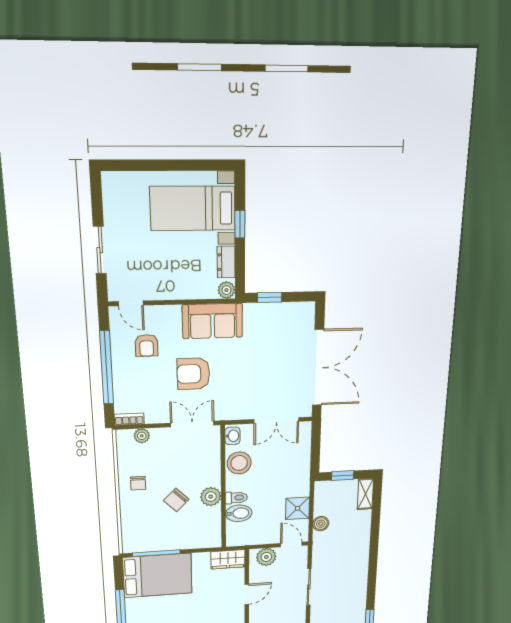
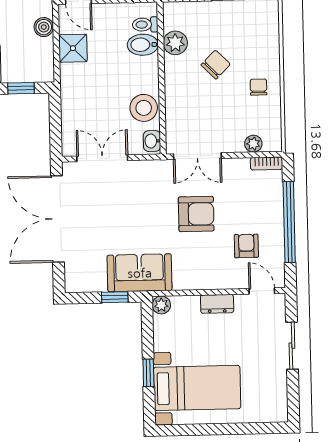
dresser: (226, 262) -> (217, 304), moved, turned 90
sofa: (213, 321) -> (140, 273), moved
plant: (211, 497) -> (175, 43), moved
toilet: (236, 498) -> (145, 25), moved

